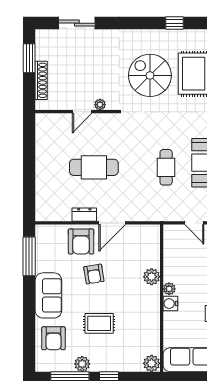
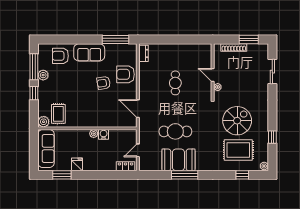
cafe table: (94, 167) -> (175, 83), width x0.73, depth x0.74
cafe table: (166, 167) -> (175, 131), width x1.37, depth x1.35
dresser: (84, 215) -> (144, 53), moved
door: (112, 223) -> (138, 109), moved
plant: (152, 277) -> (102, 122), removed
water cooler: (170, 304) -> (104, 134), moved
rug: (99, 323) -> (58, 114), moved

